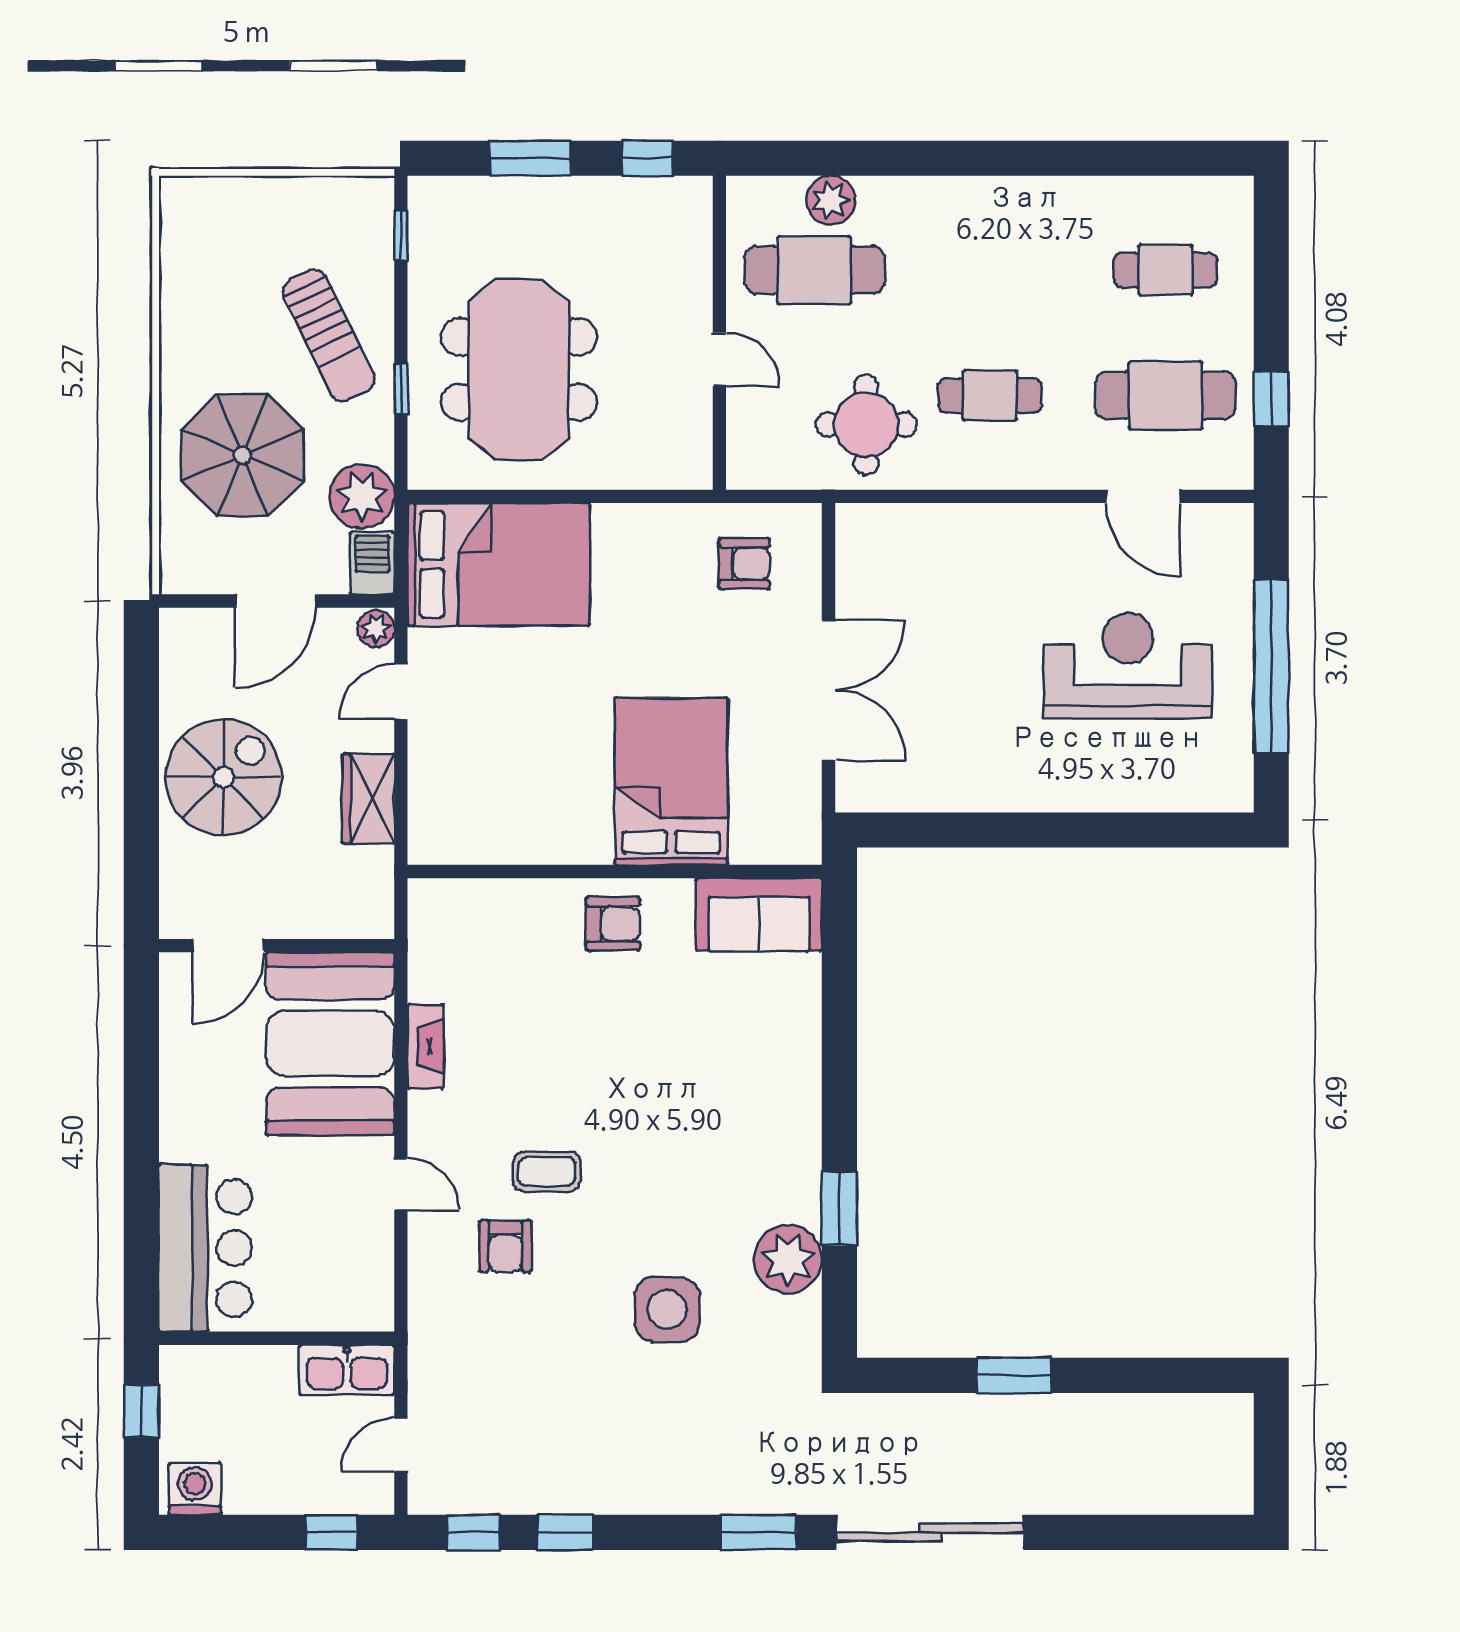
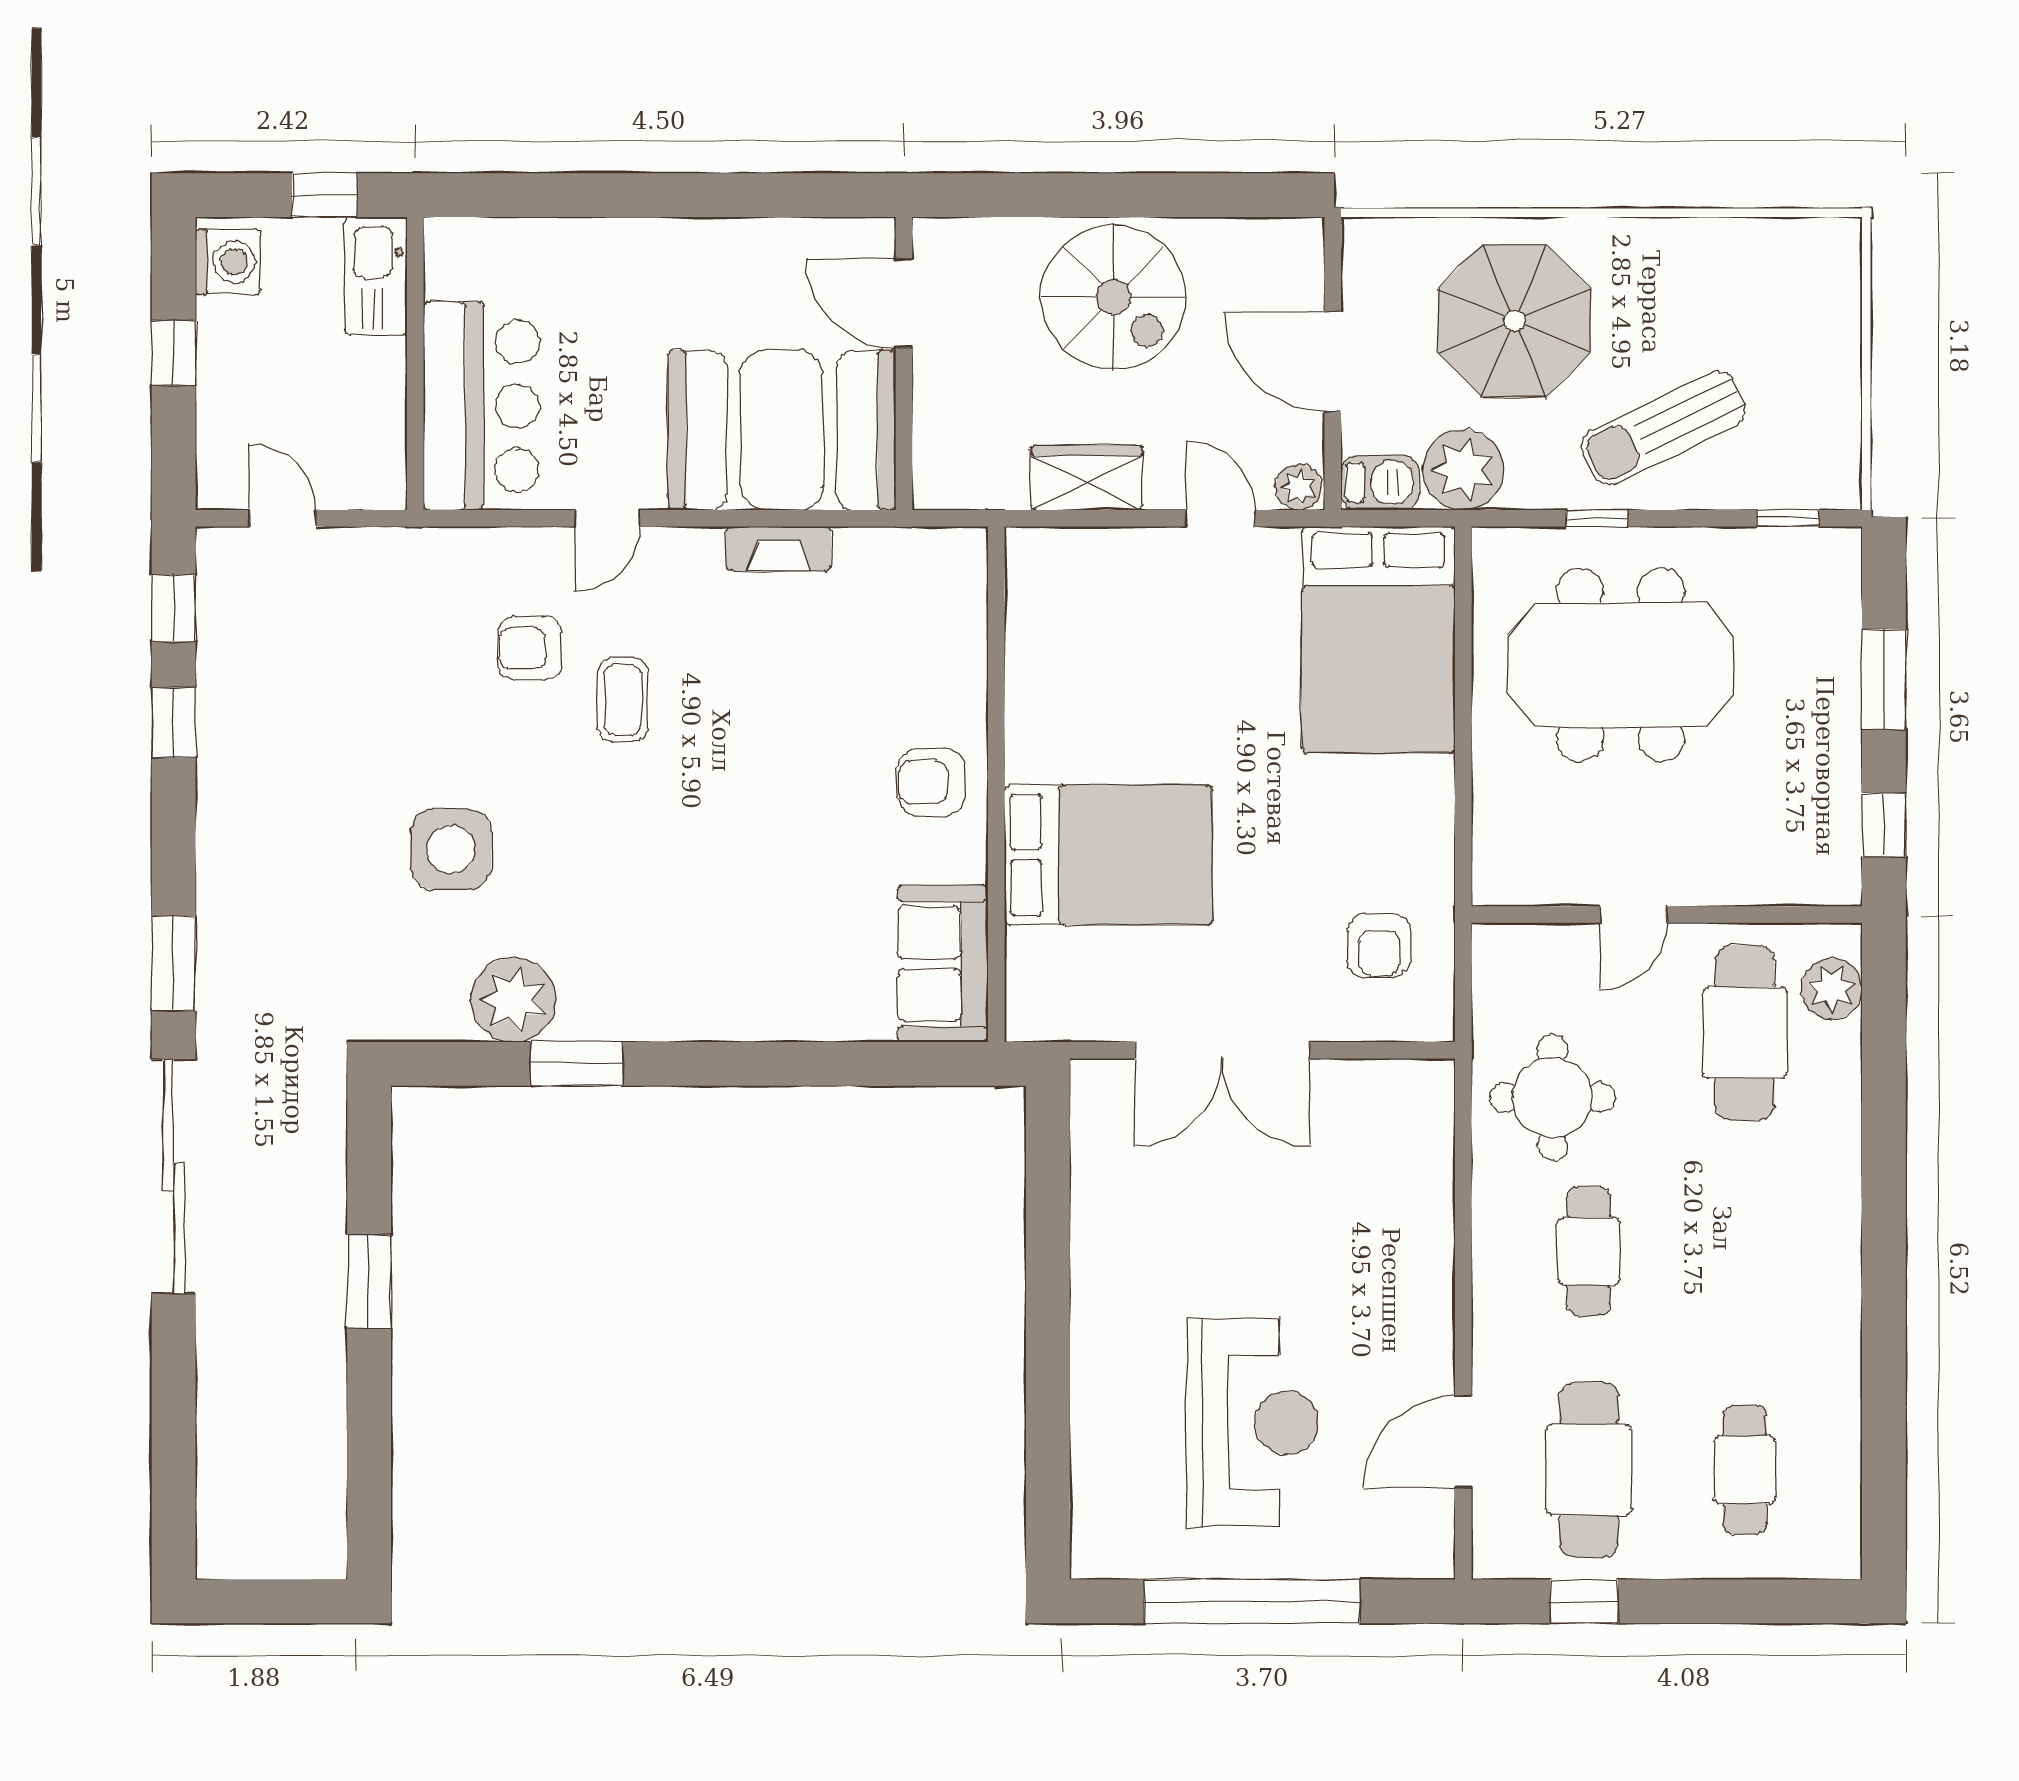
plant: (831, 200) -> (1832, 989), moved
armchair: (613, 924) -> (931, 782), turned 90
bar counter: (205, 1248) -> (481, 406), moved, turned -90
kitchen sink: (347, 1370) -> (376, 276), moved
window: (331, 1532) -> (174, 353), moved

